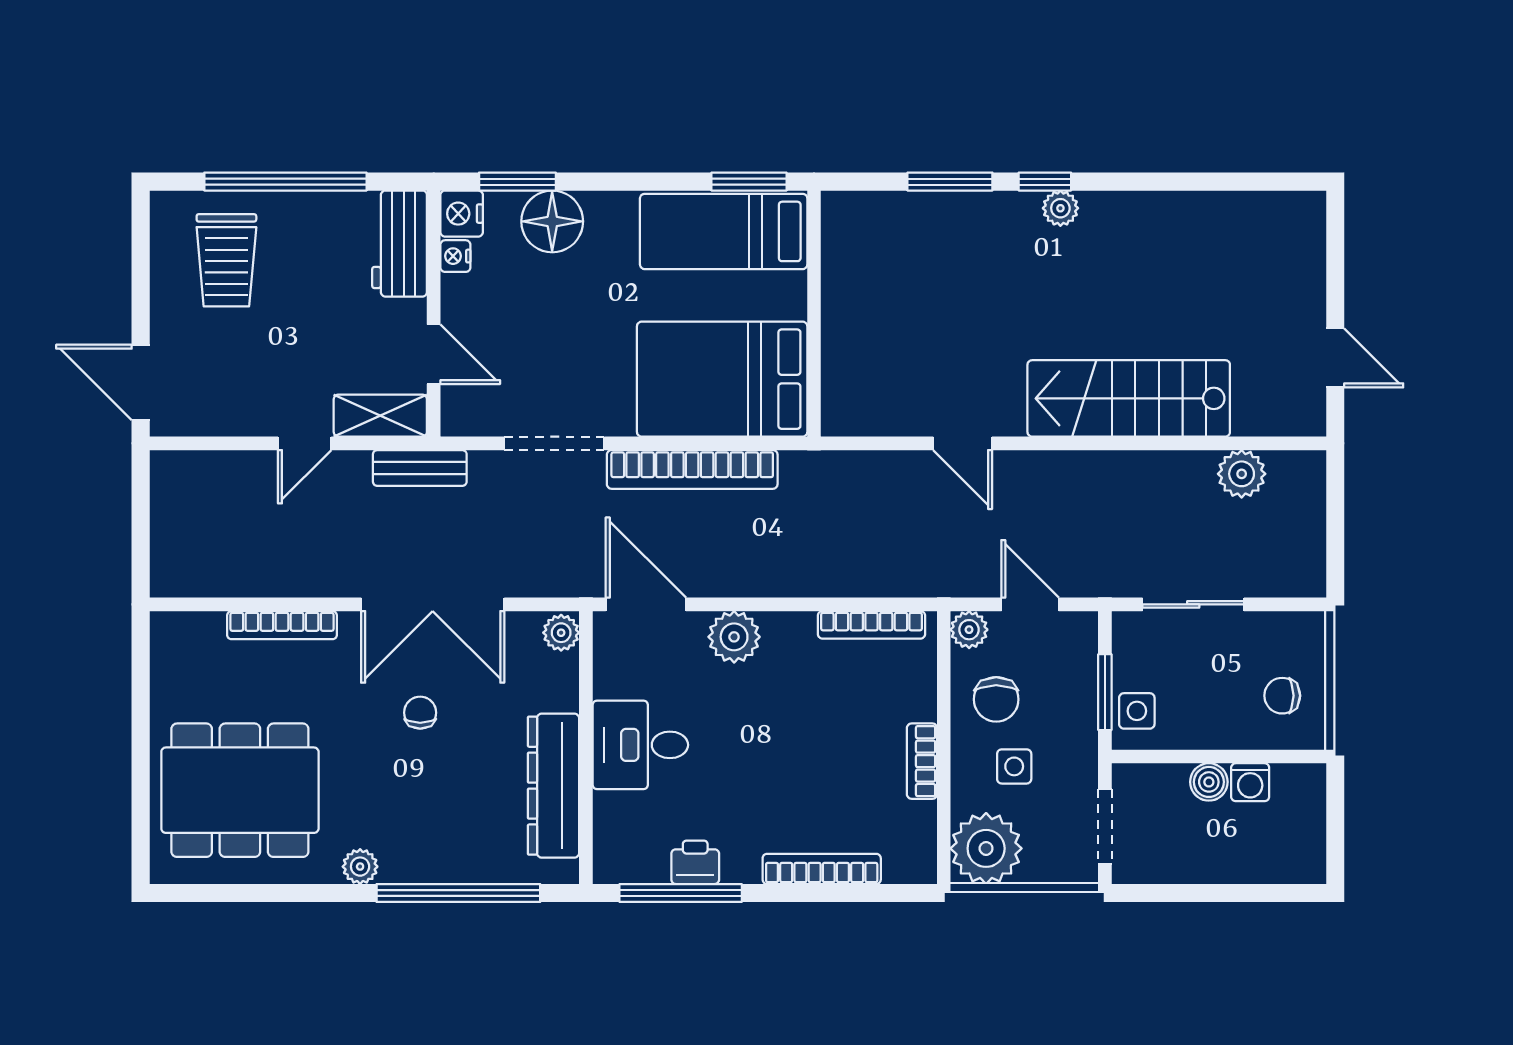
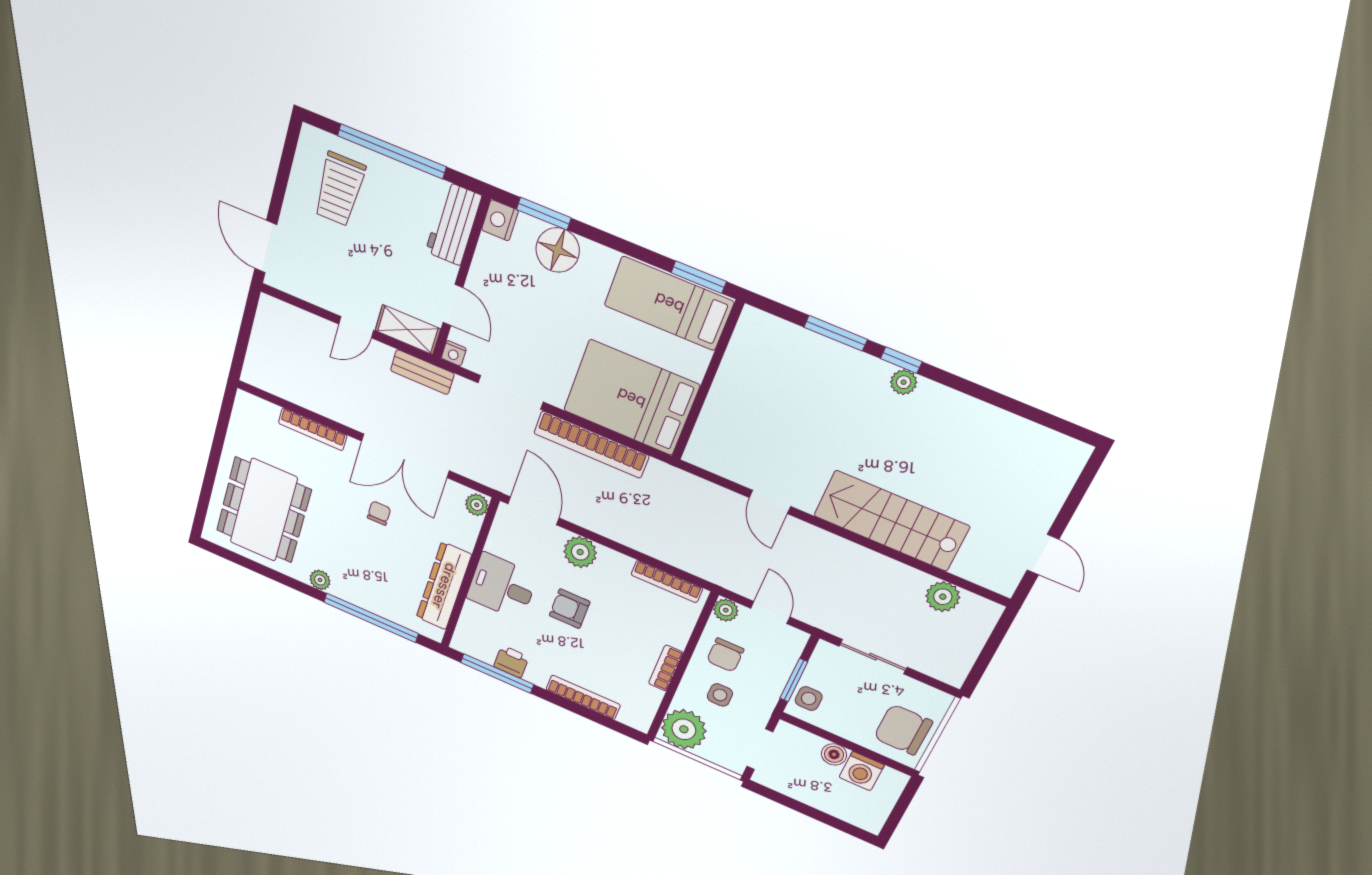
nightstand: (455, 256) -> (454, 353), moved, turned -90
chair: (1282, 696) -> (903, 730), width x1.87, depth x1.87
armchair: (751, 733) -> (570, 609), added
washing machine: (1250, 782) -> (862, 771), width x1.38, depth x1.38
dining table: (240, 790) -> (264, 510), turned 90

